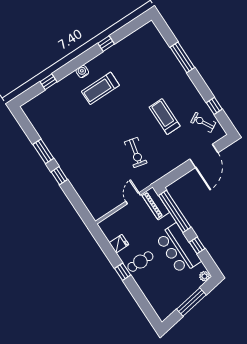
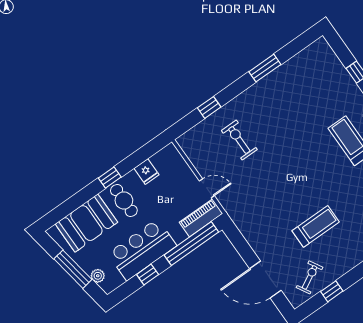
exercise bike: (136, 152) -> (239, 140), moved, turned 77
window: (59, 176) -> (209, 107), moved
plant: (204, 276) -> (98, 276), moved
booth: (157, 291) -> (86, 223), added

